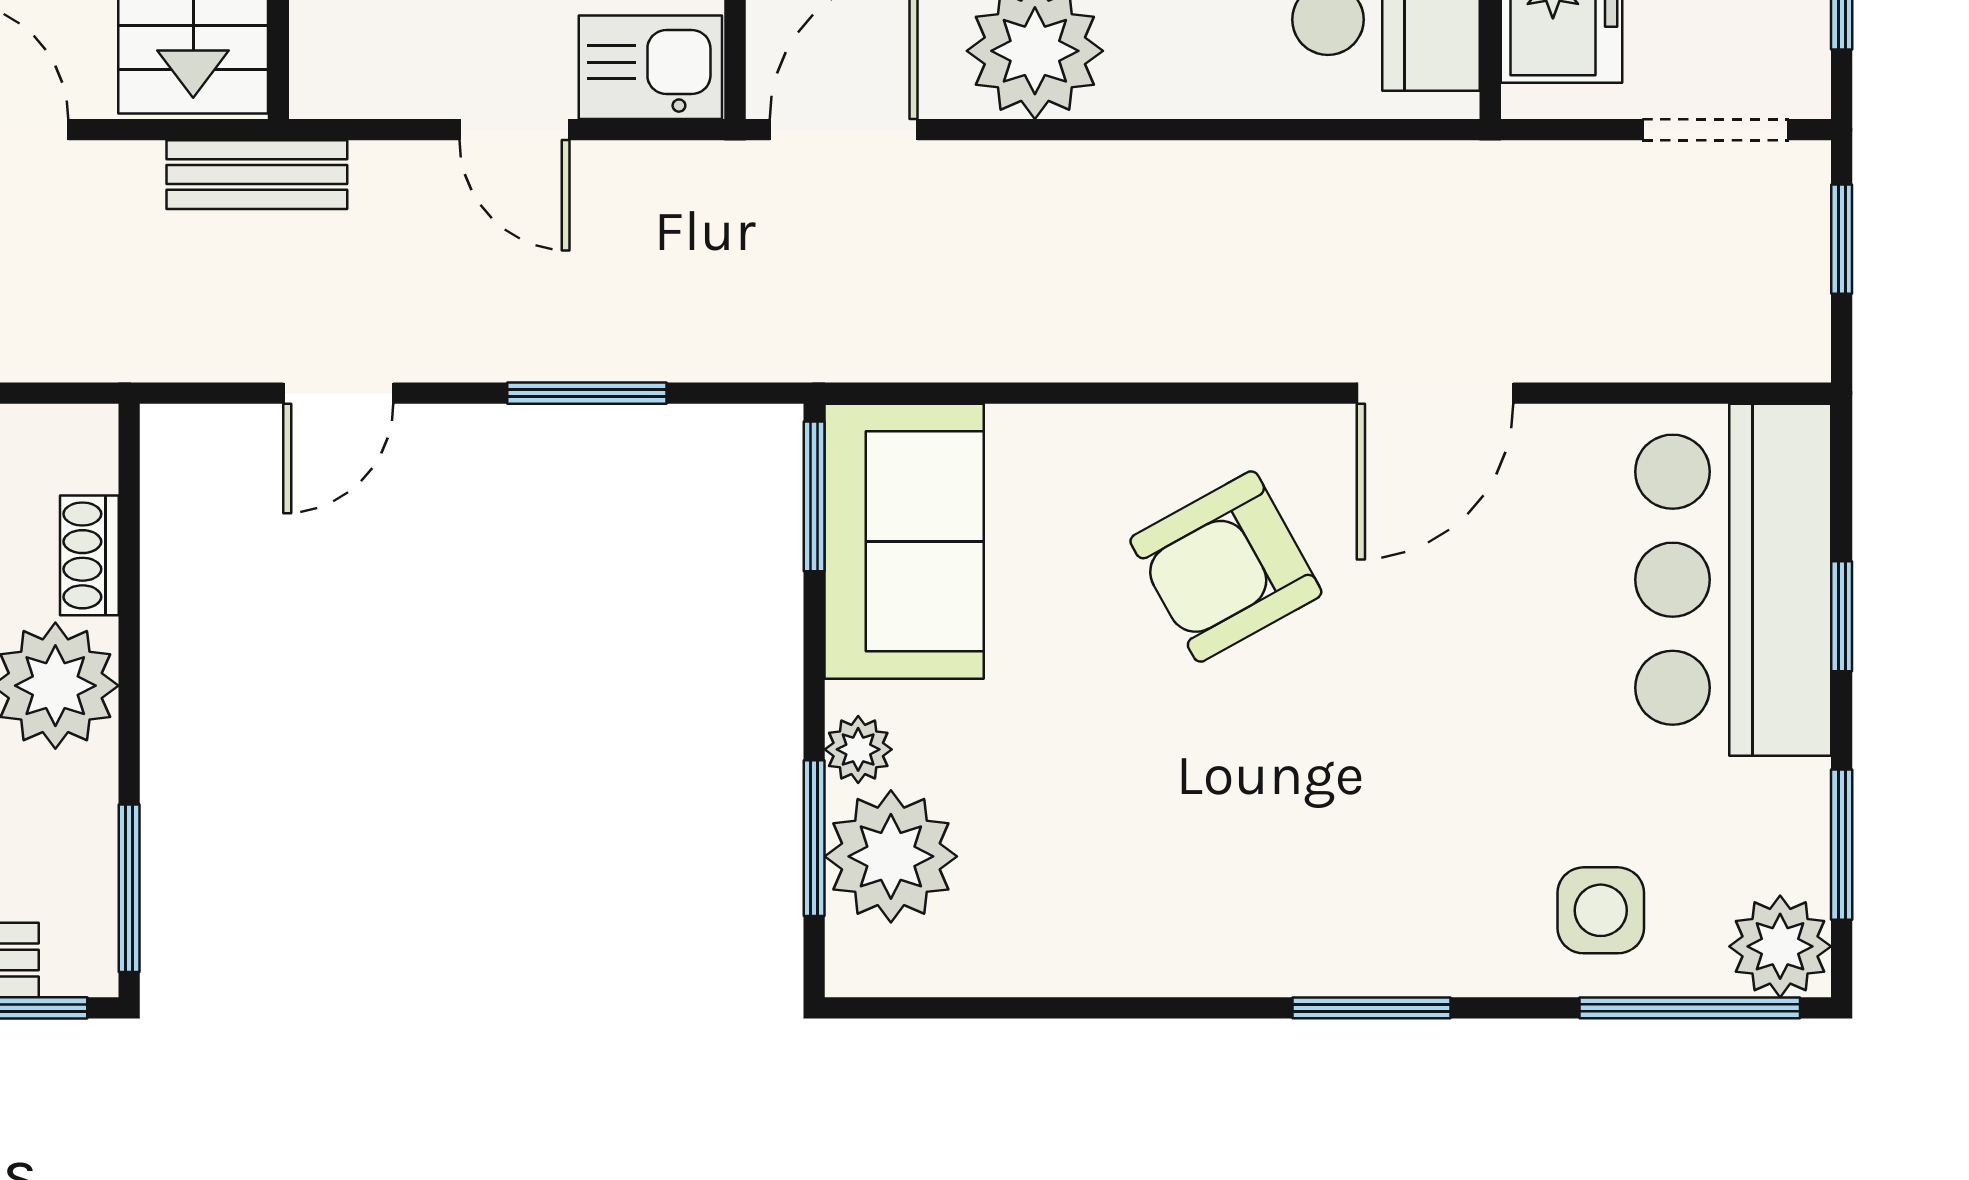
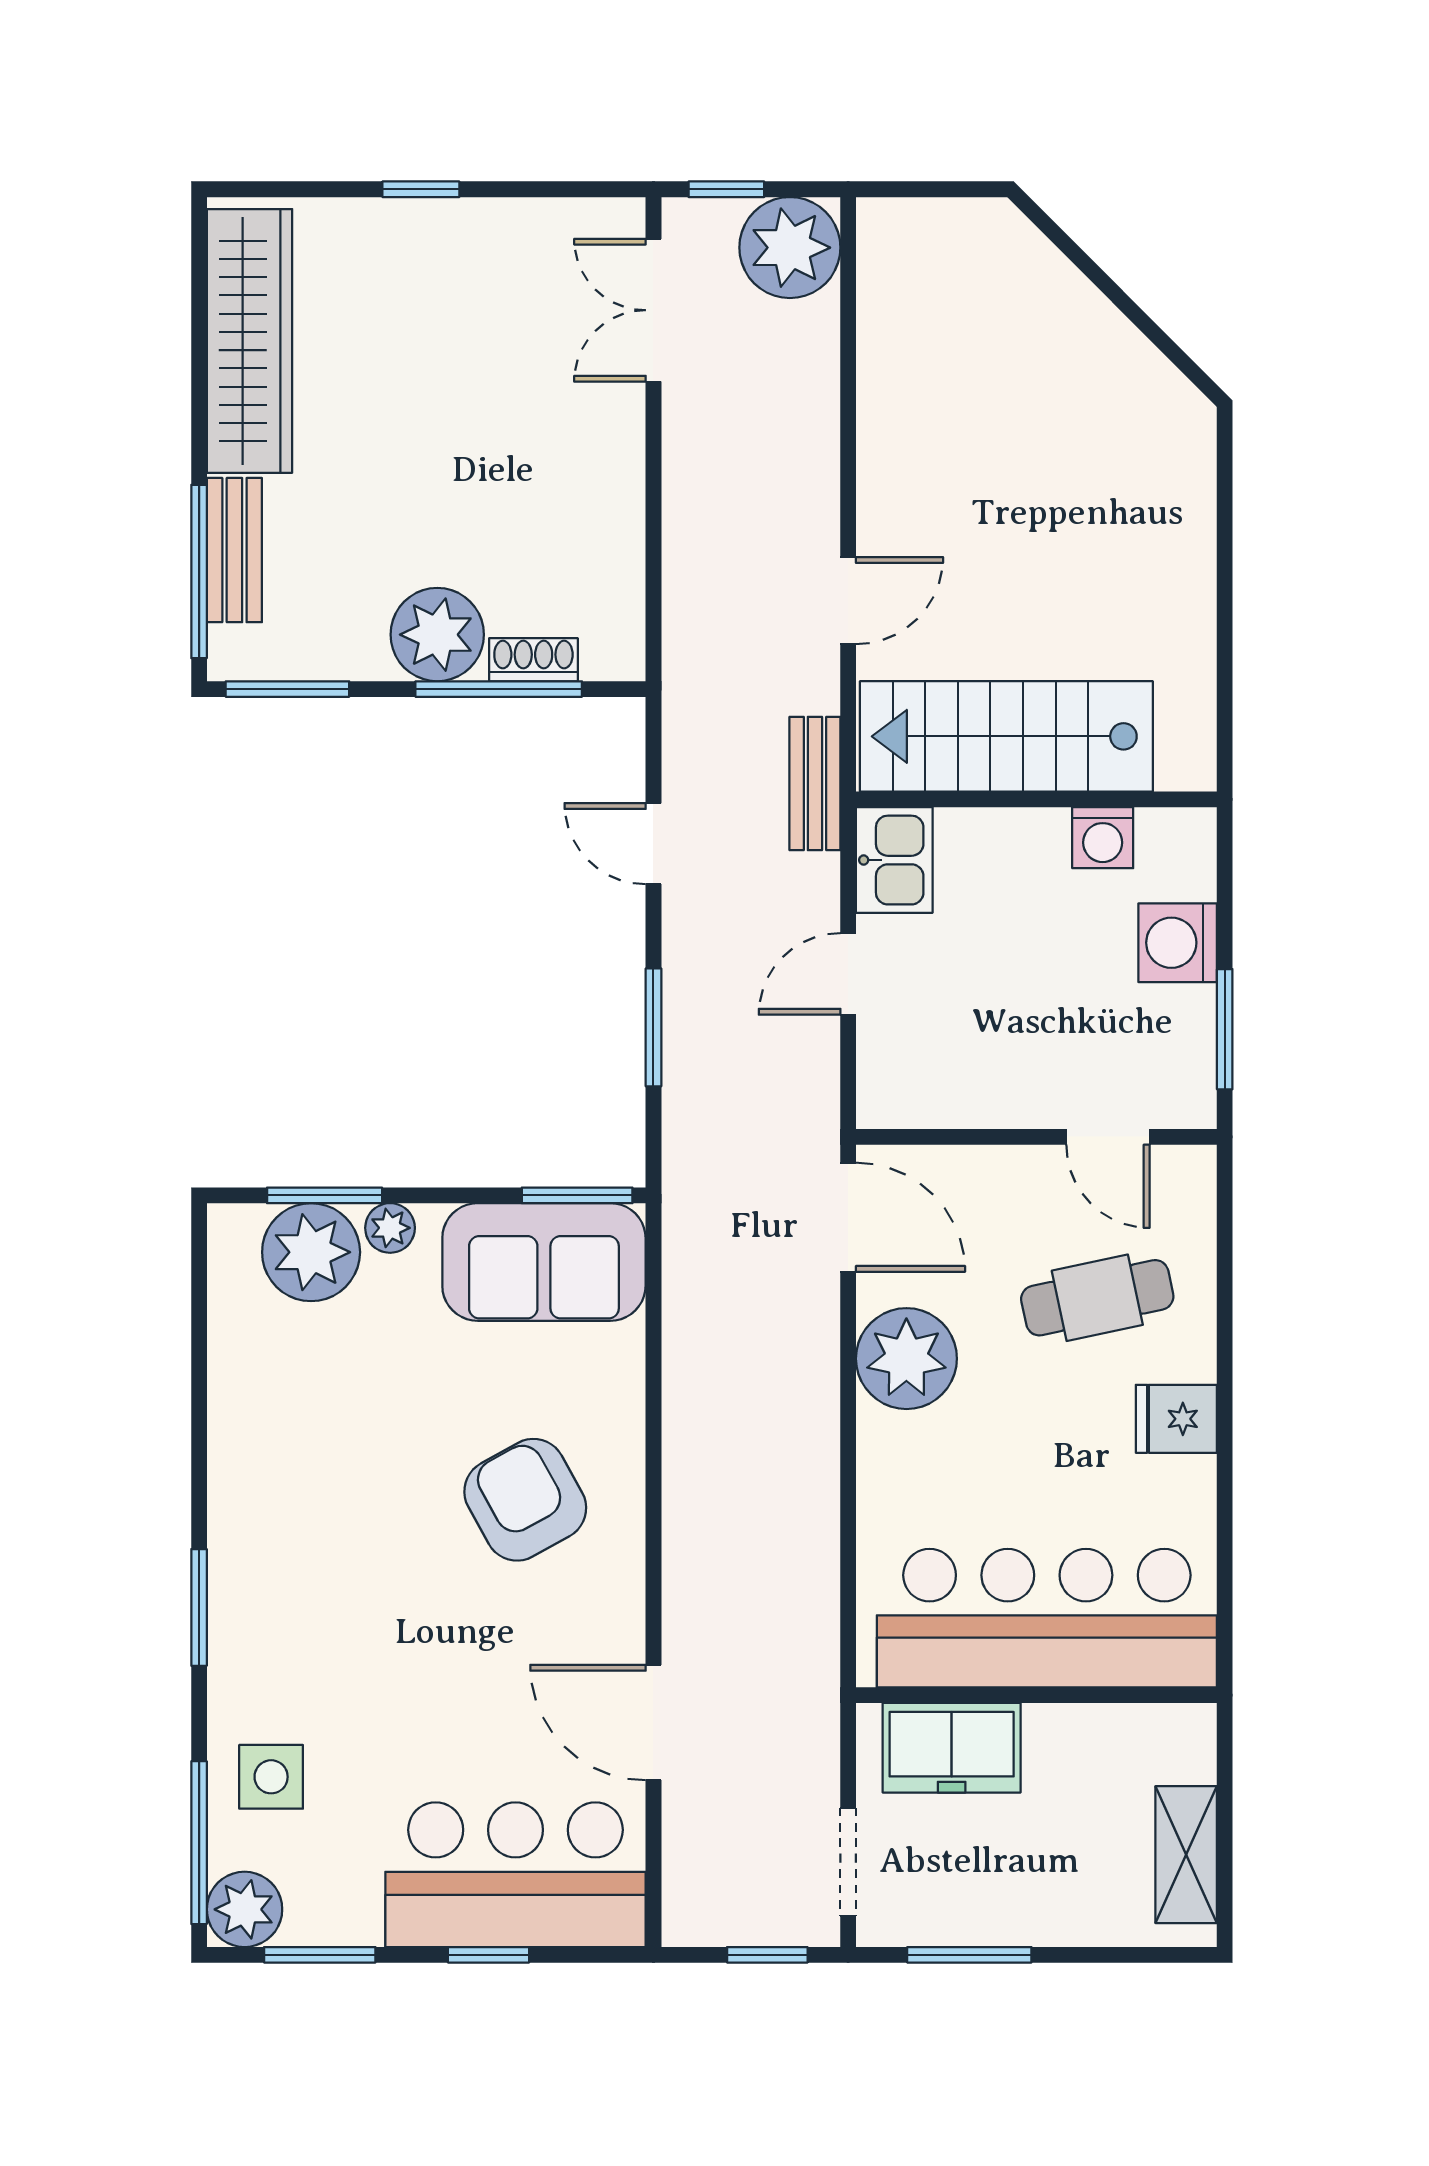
kitchen sink: (650, 67) -> (894, 860), moved
door: (1435, 393) -> (653, 1722), moved
window: (129, 602) -> (499, 689), added

